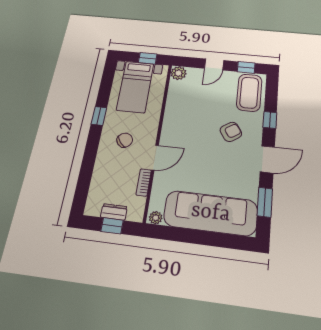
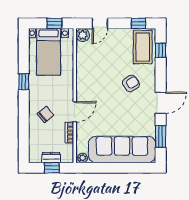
door: (214, 64) -> (100, 23), moved
window: (270, 120) -> (161, 50), moved
chair: (125, 140) -> (46, 114), moved

